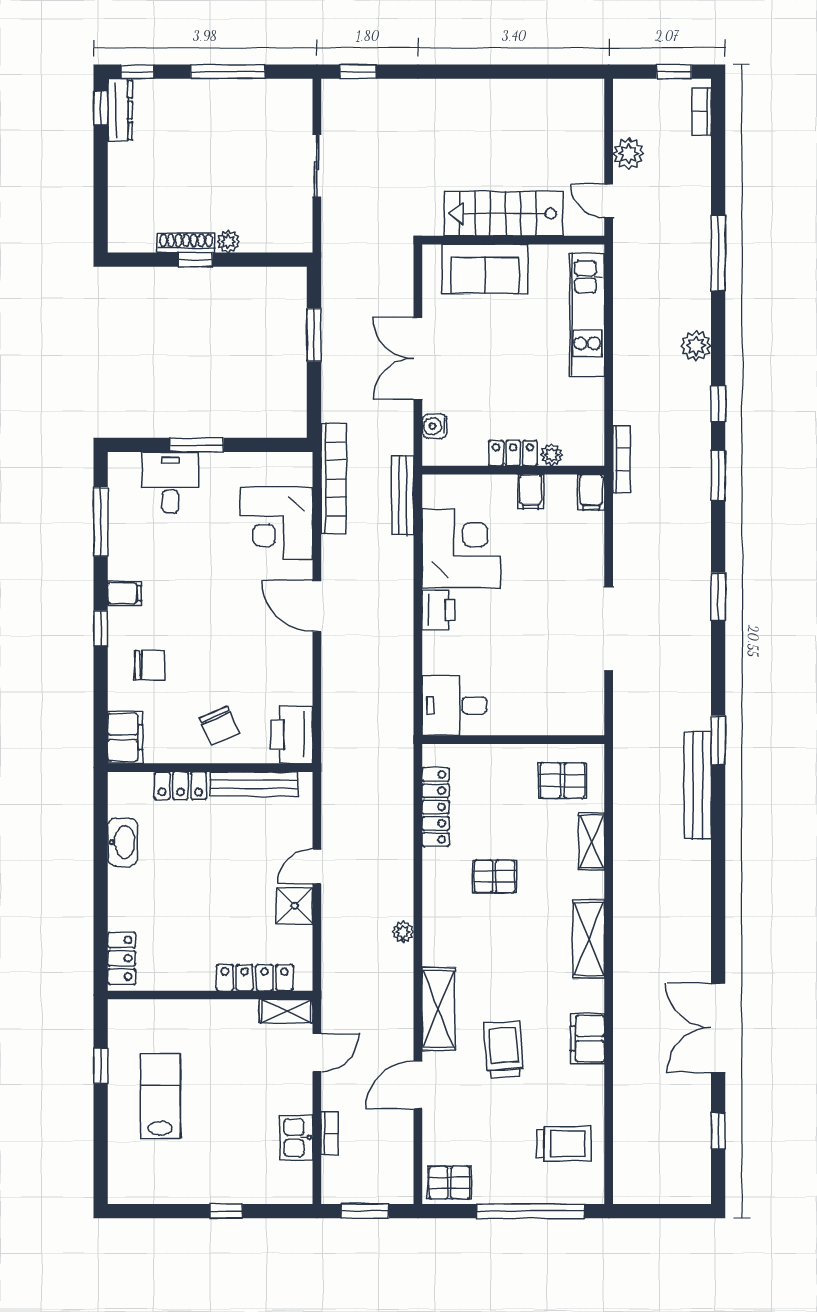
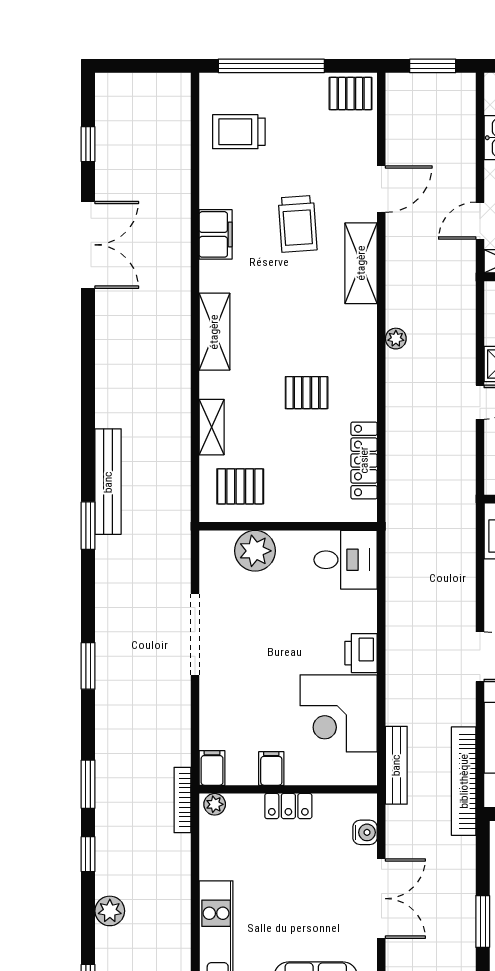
plant: (552, 455) -> (215, 804), moved
plant: (547, 715) -> (255, 551), added
bookcase: (330, 1133) -> (467, 142), removed

